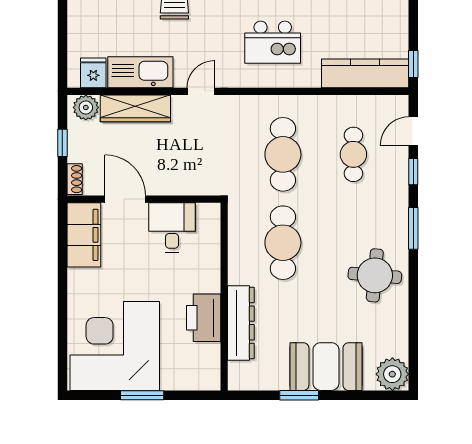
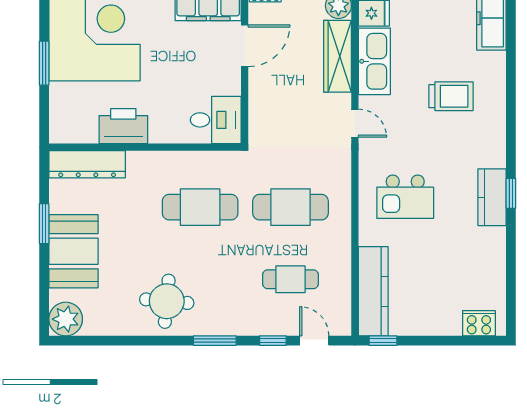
kitchen island: (273, 42) -> (405, 197), turned -90
desk: (172, 227) -> (216, 120), moved
dresser: (241, 323) -> (87, 164), moved

